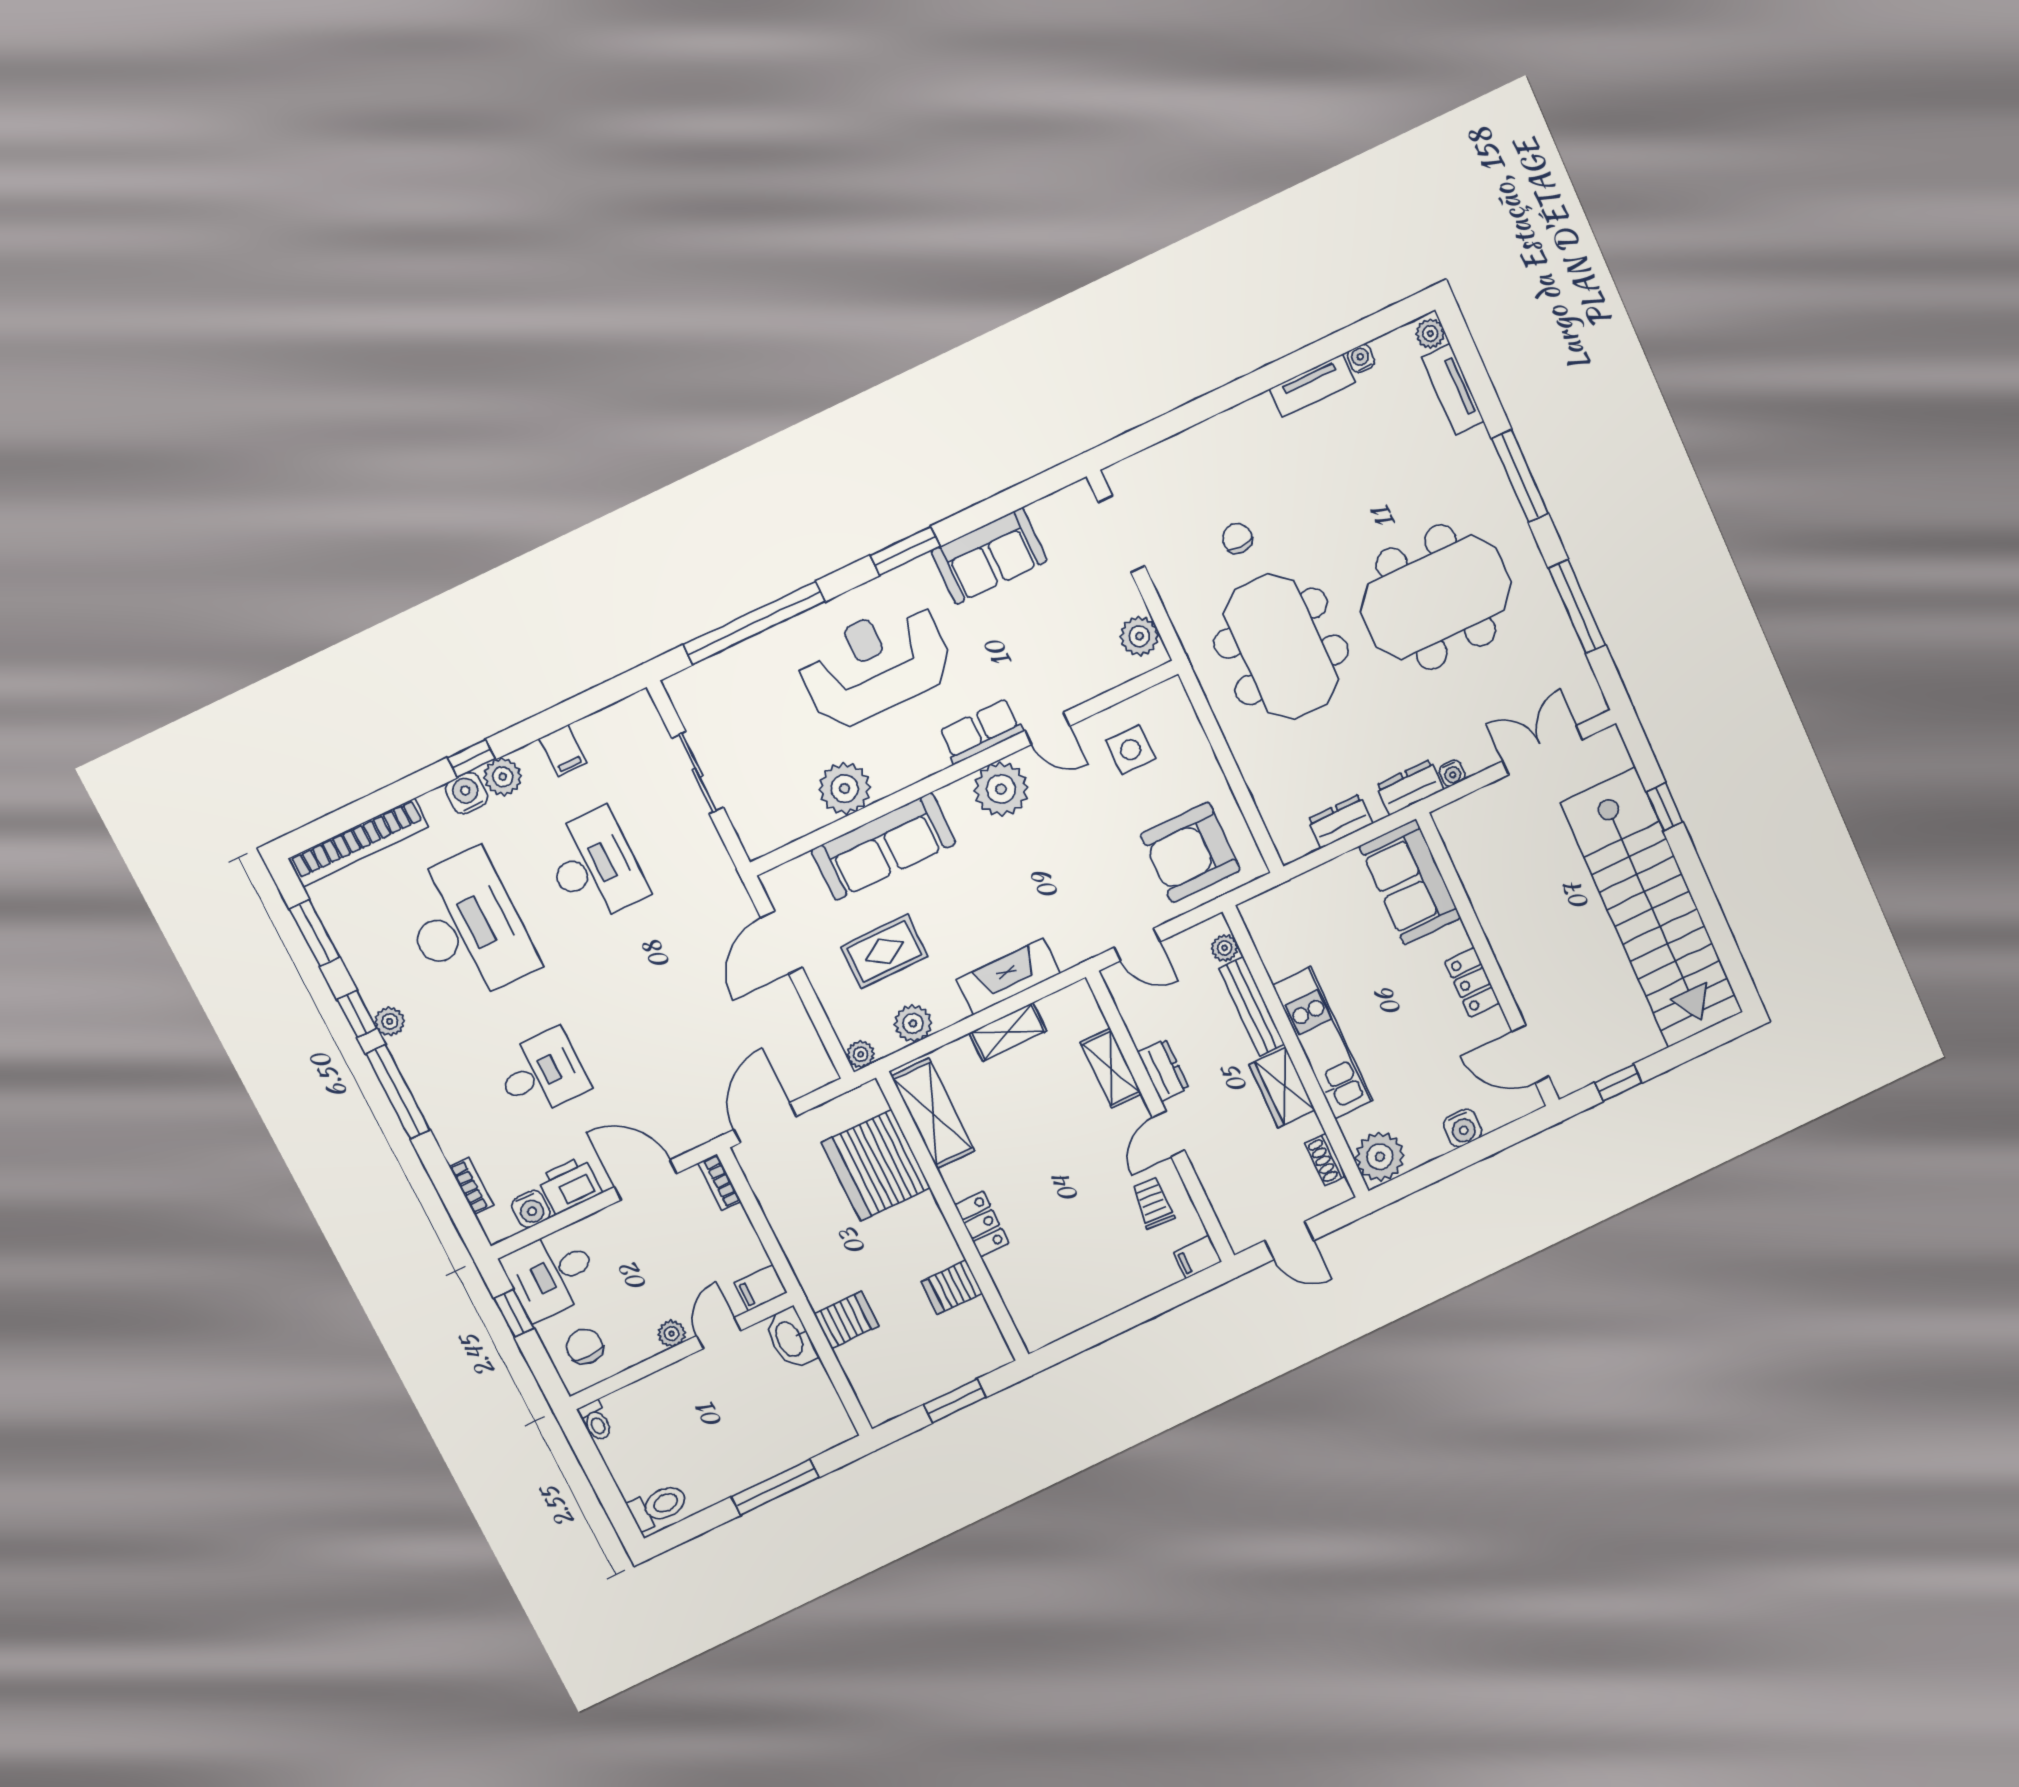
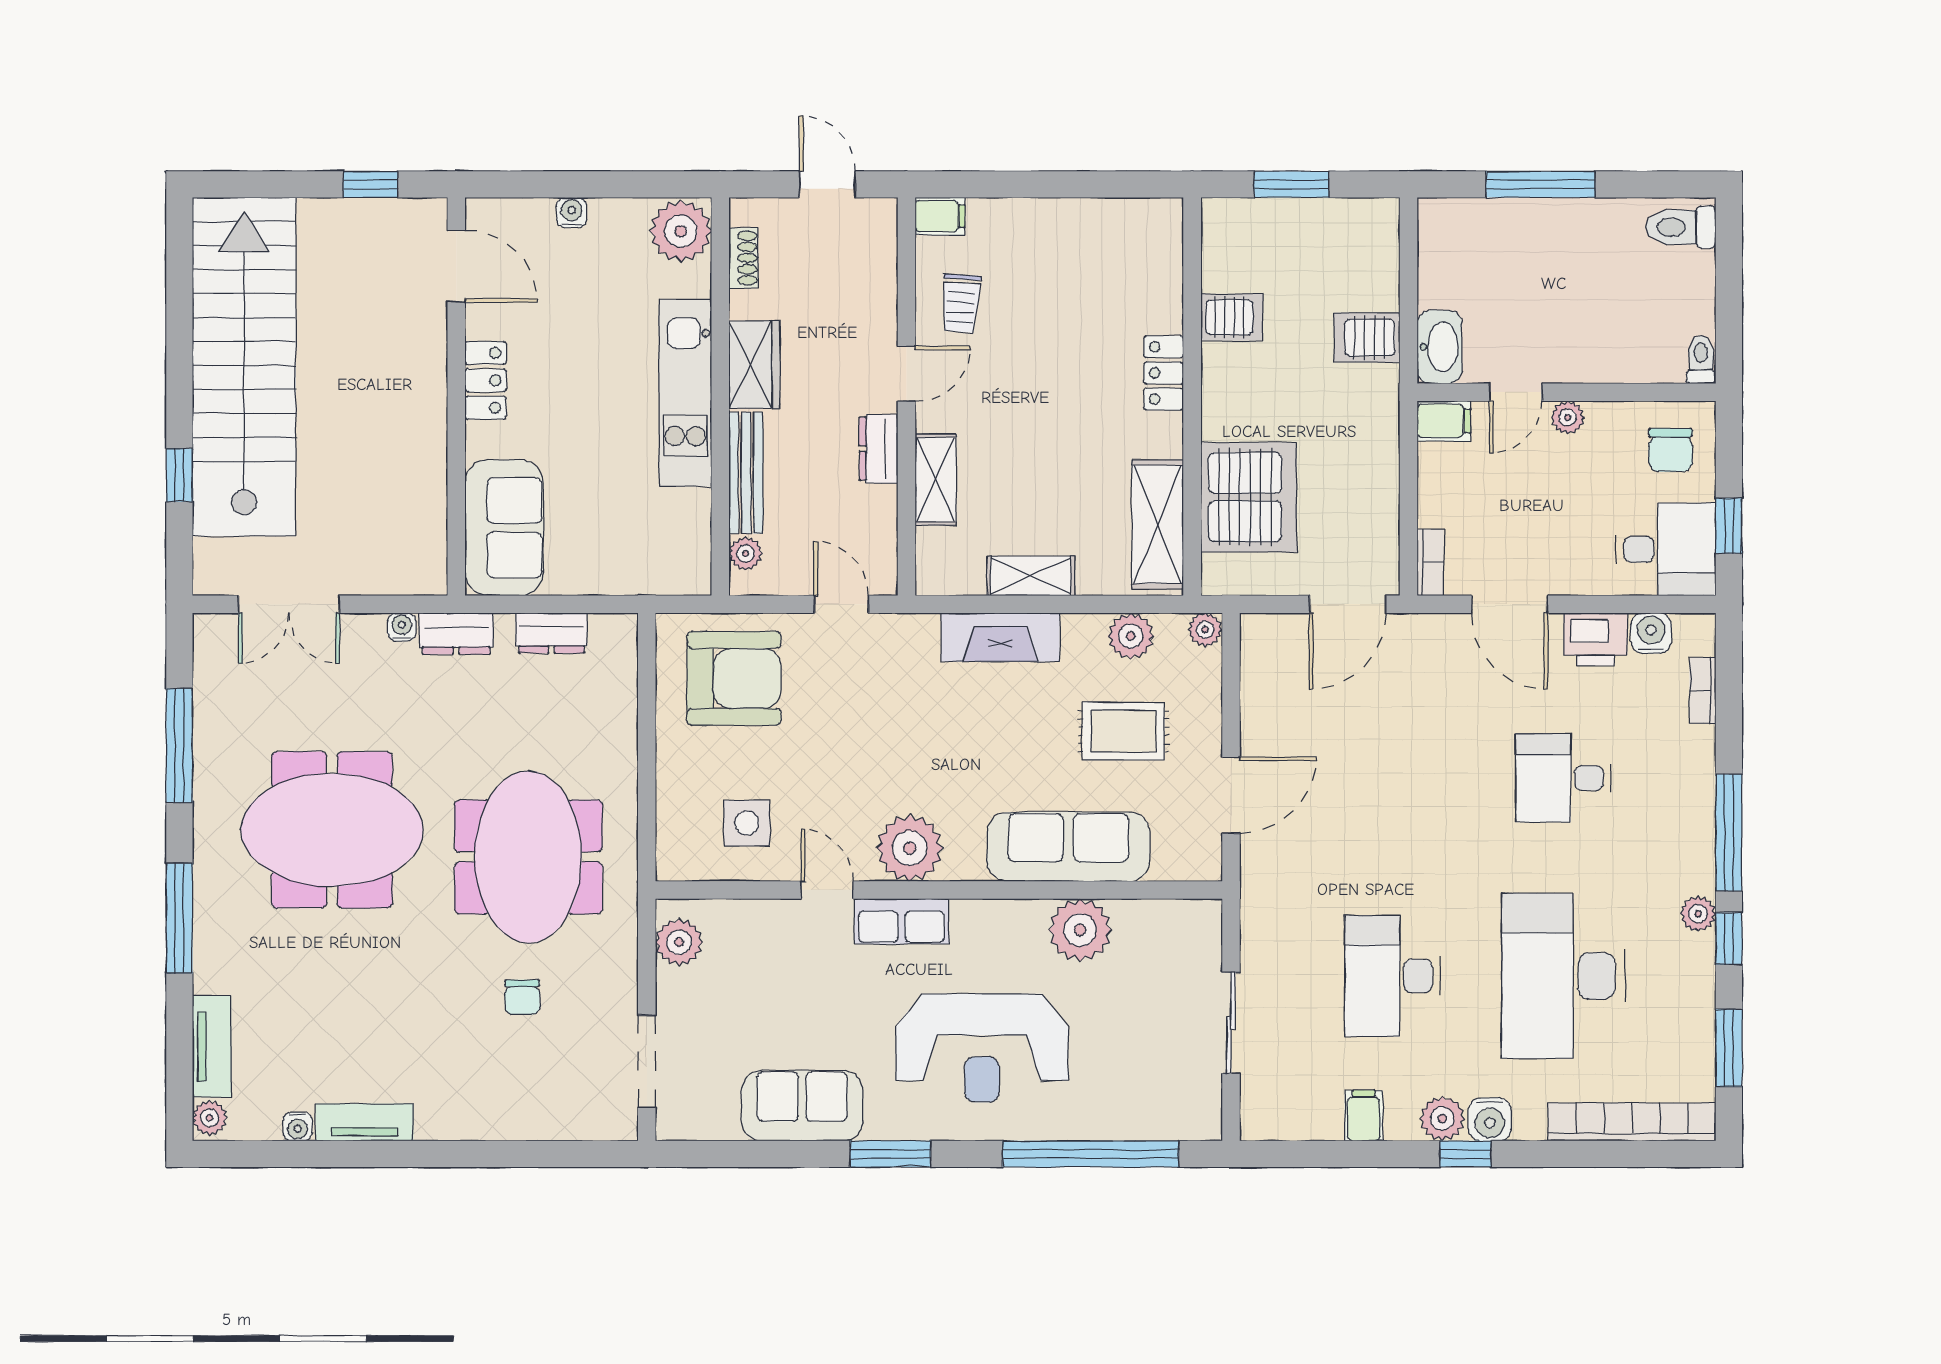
water cooler: (1463, 1128) -> (572, 213), width x0.72, depth x0.72

